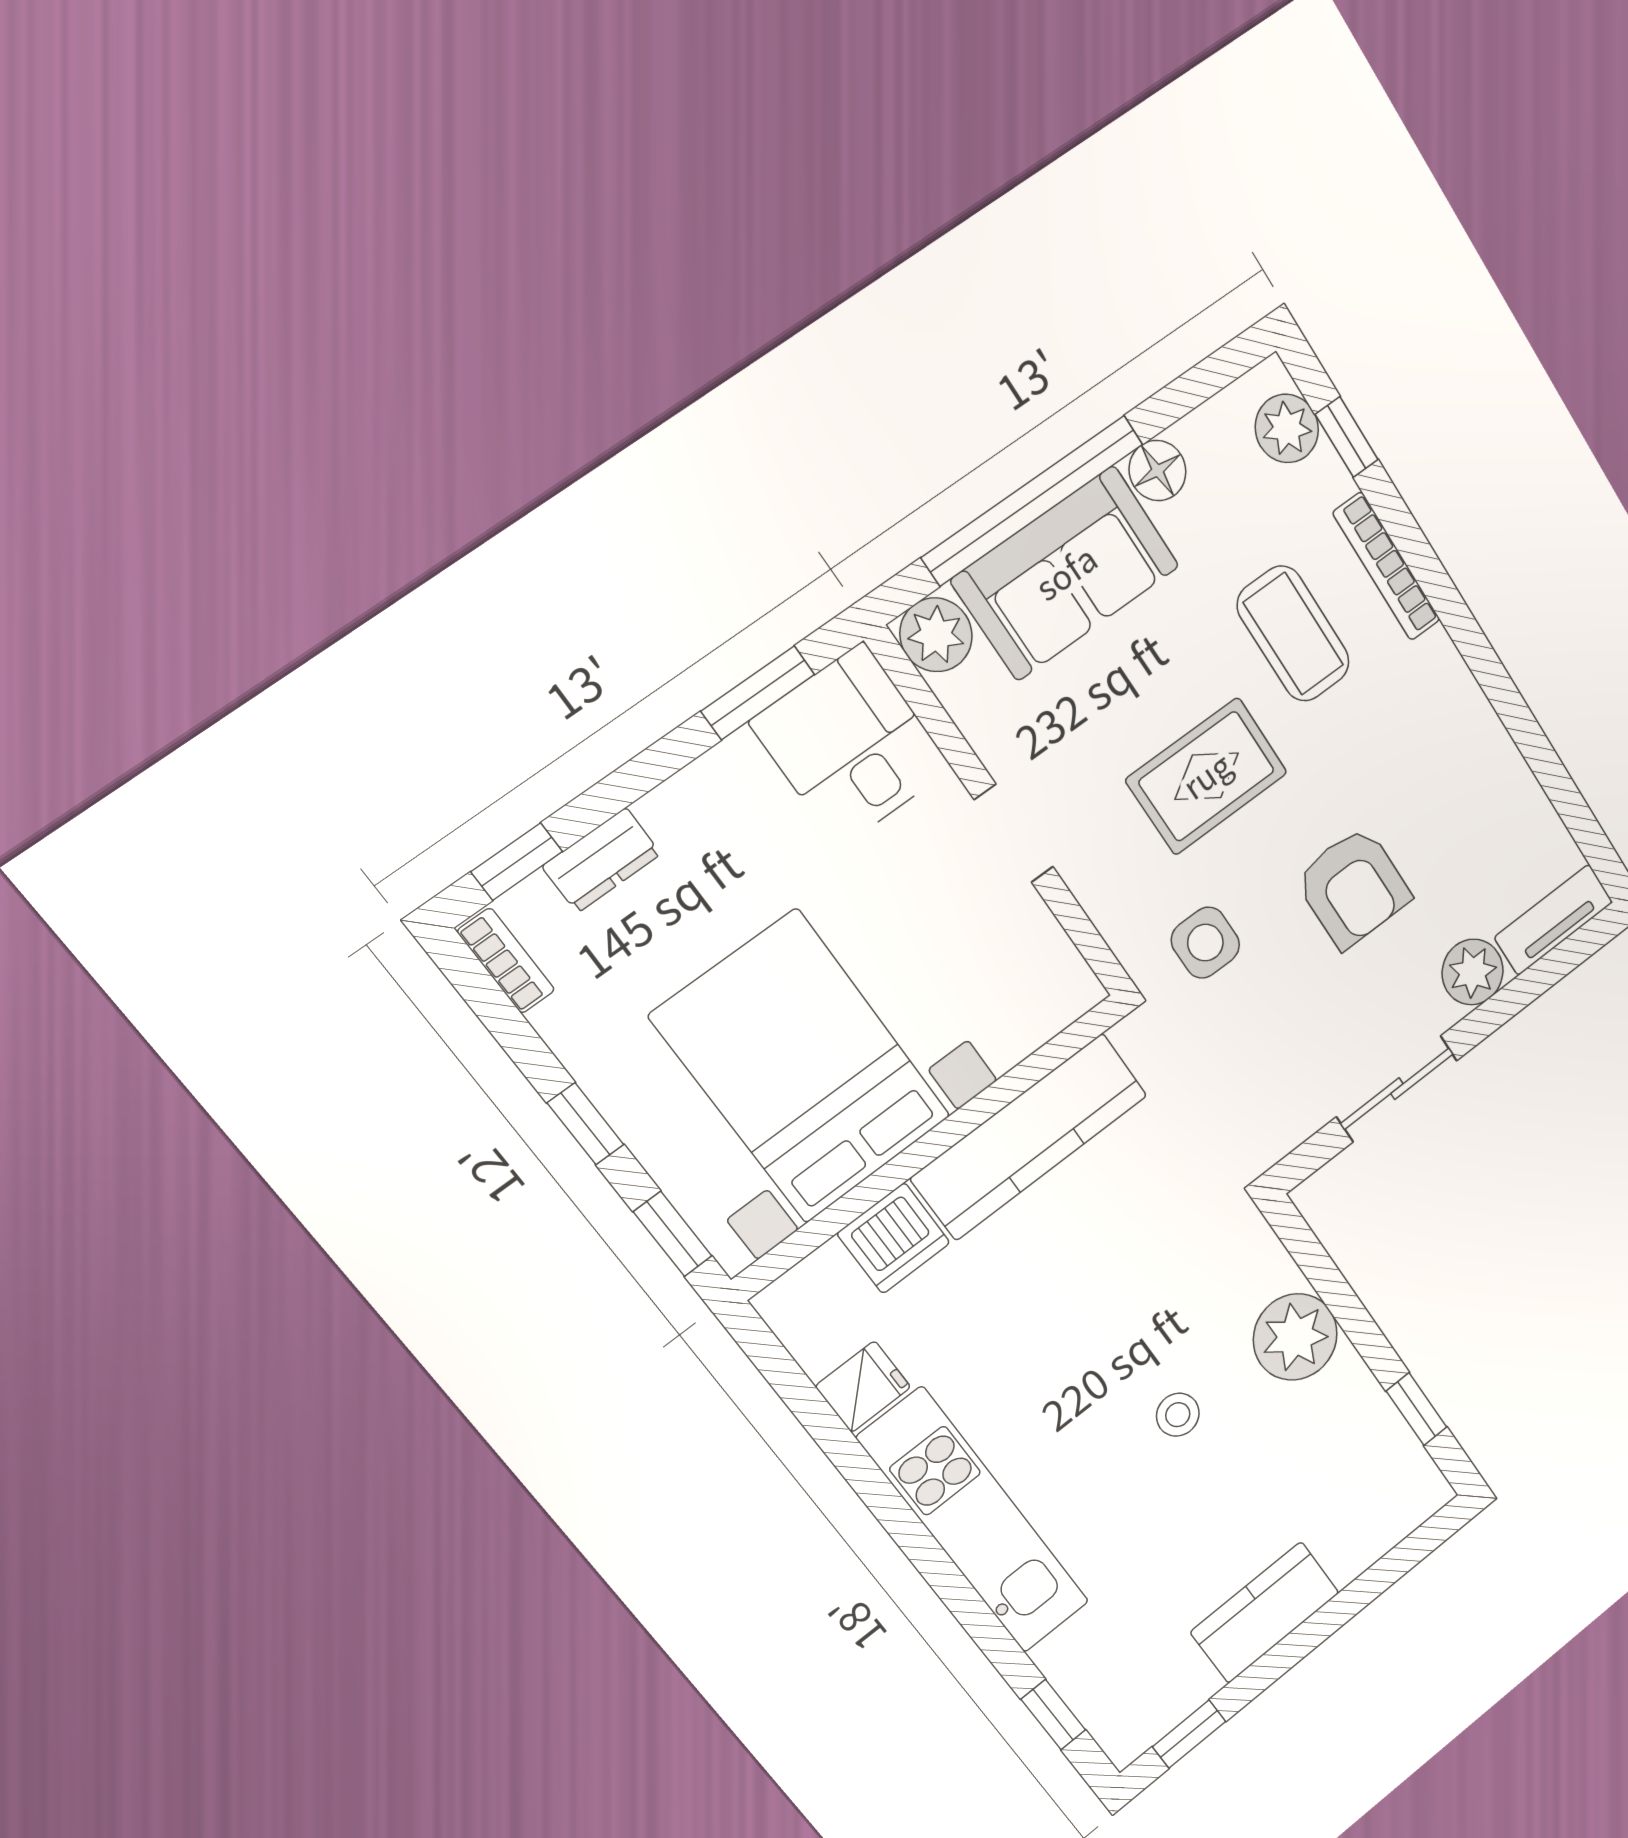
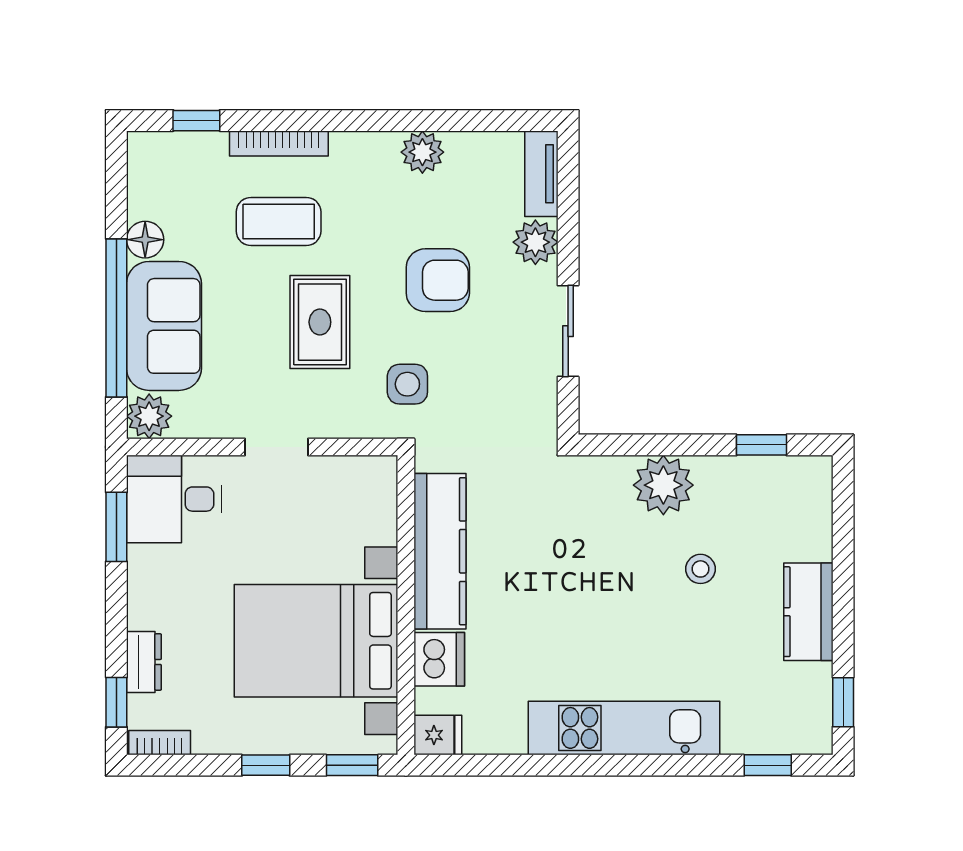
plant: (1287, 428) -> (422, 152), moved
fridge: (863, 1387) -> (438, 735), moved, turned 90
stool: (1178, 1415) -> (701, 569), moved

